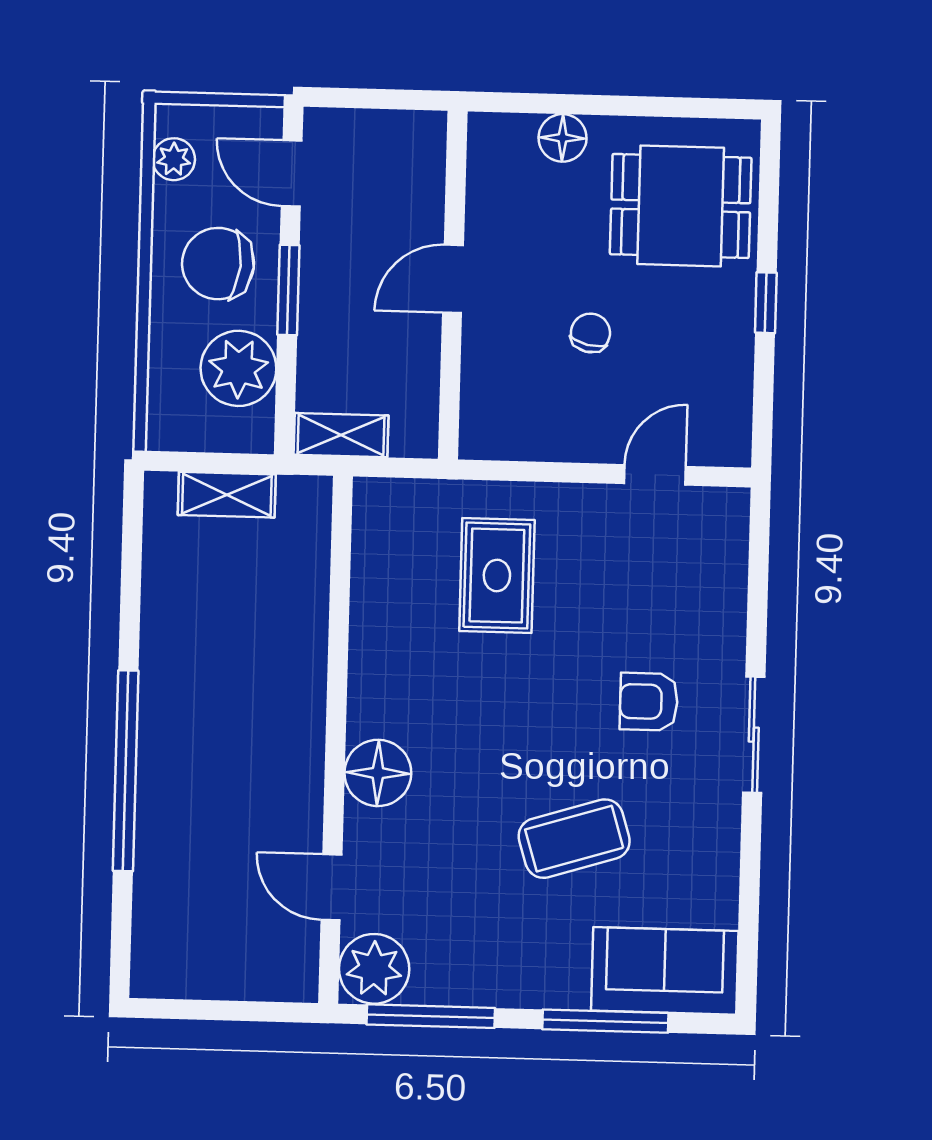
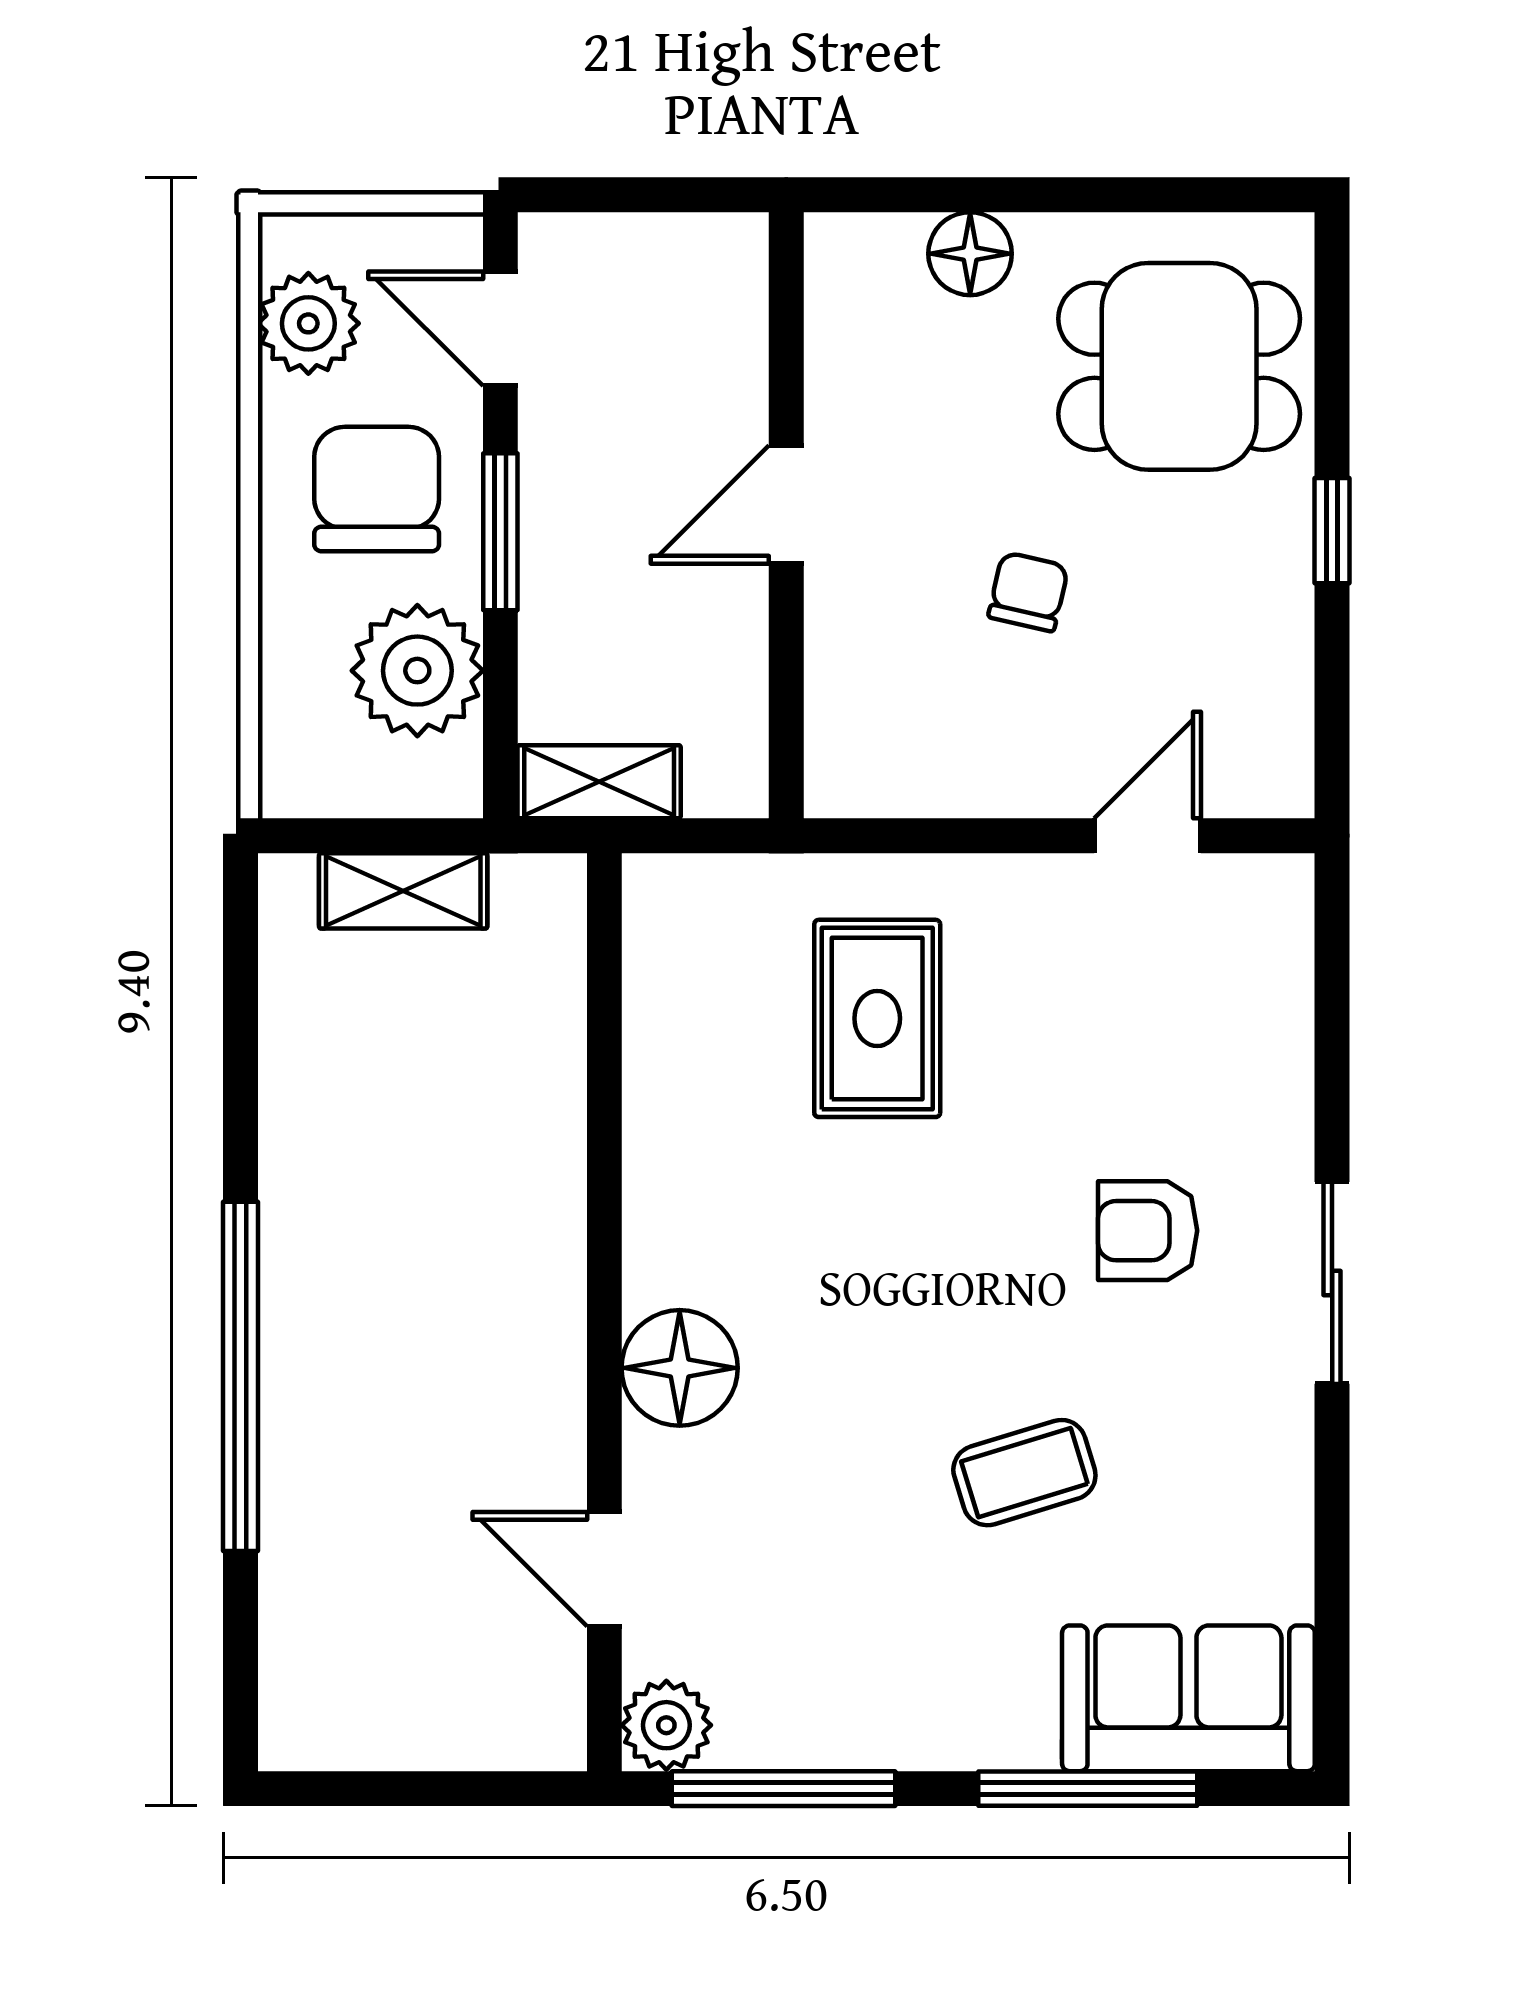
plant: (174, 159) -> (308, 323), width x1.38, depth x1.38
chair: (218, 264) -> (377, 489), turned 85
coffee table: (574, 839) -> (1024, 1473), width x0.73, depth x0.77
plant: (374, 969) -> (666, 1725), width x0.73, depth x0.73

